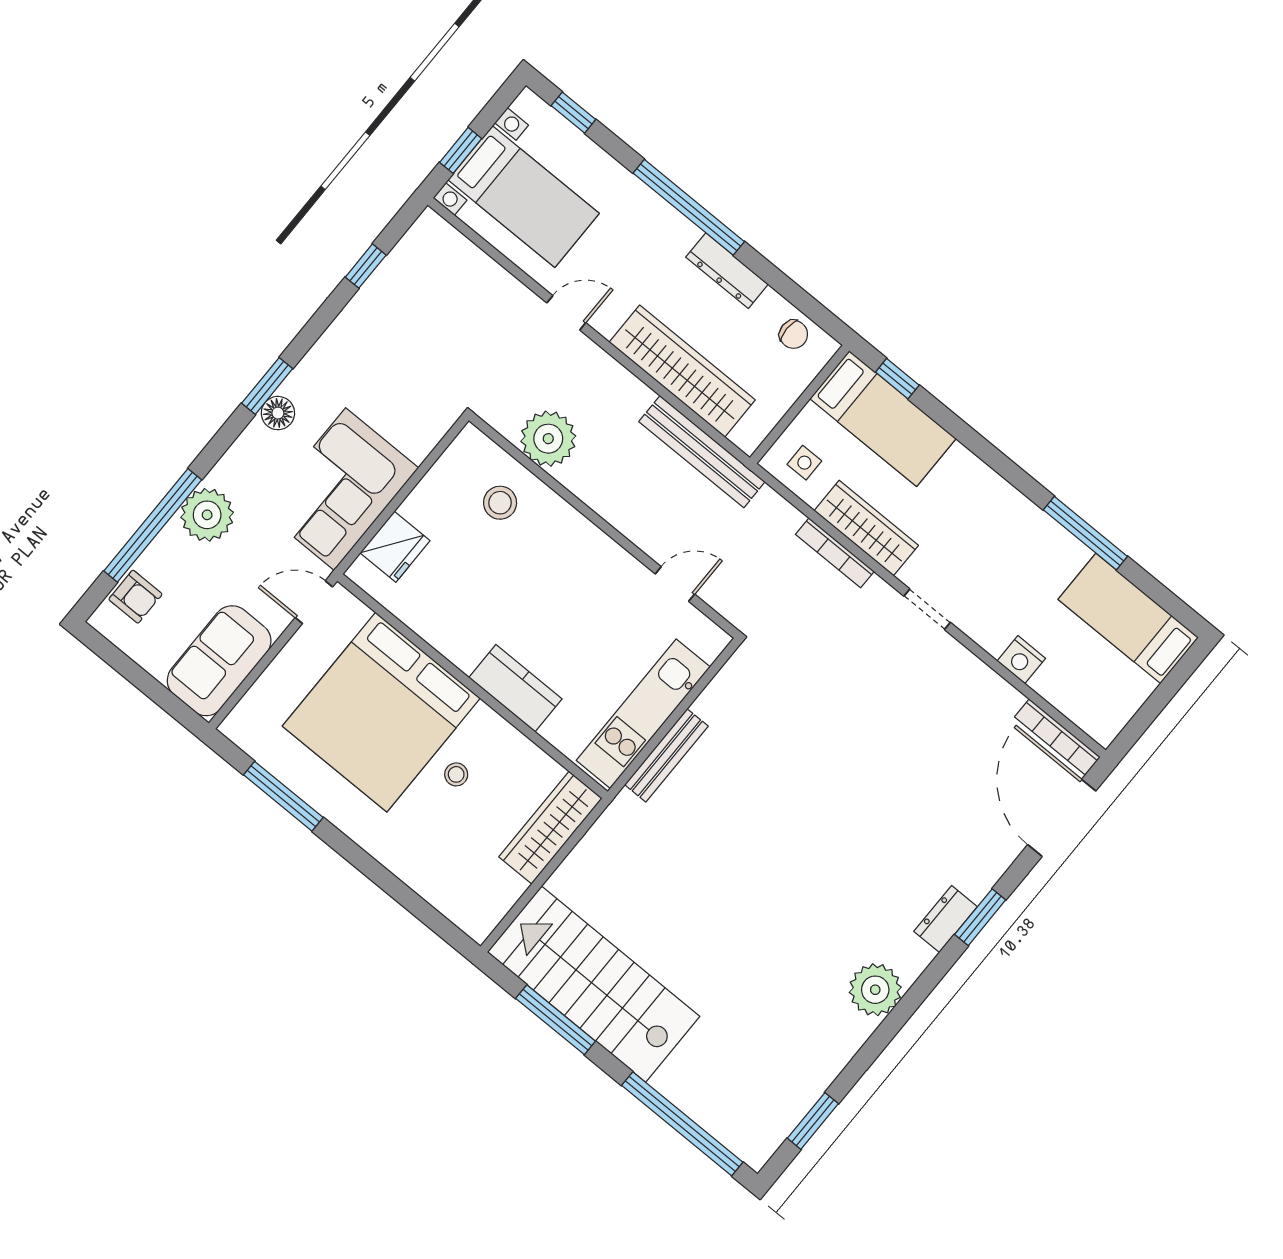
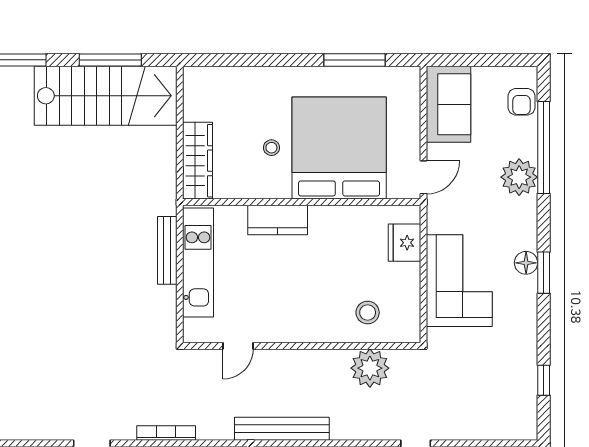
corner sofa: (340, 489) -> (459, 281), moved
armchair: (135, 597) -> (522, 102), turned -90

